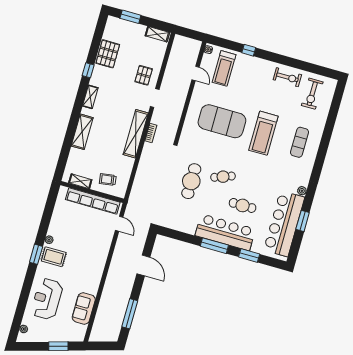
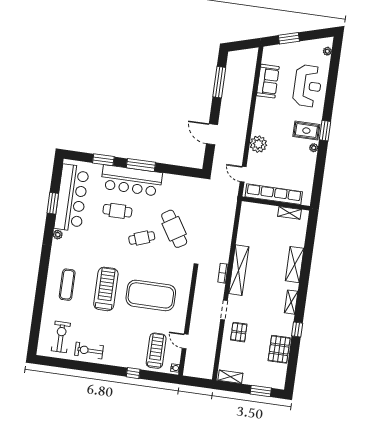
trolley: (108, 179) -> (261, 219), removed
cafe table: (191, 181) -> (174, 229), turned -32
plant: (101, 250) -> (258, 144), added

